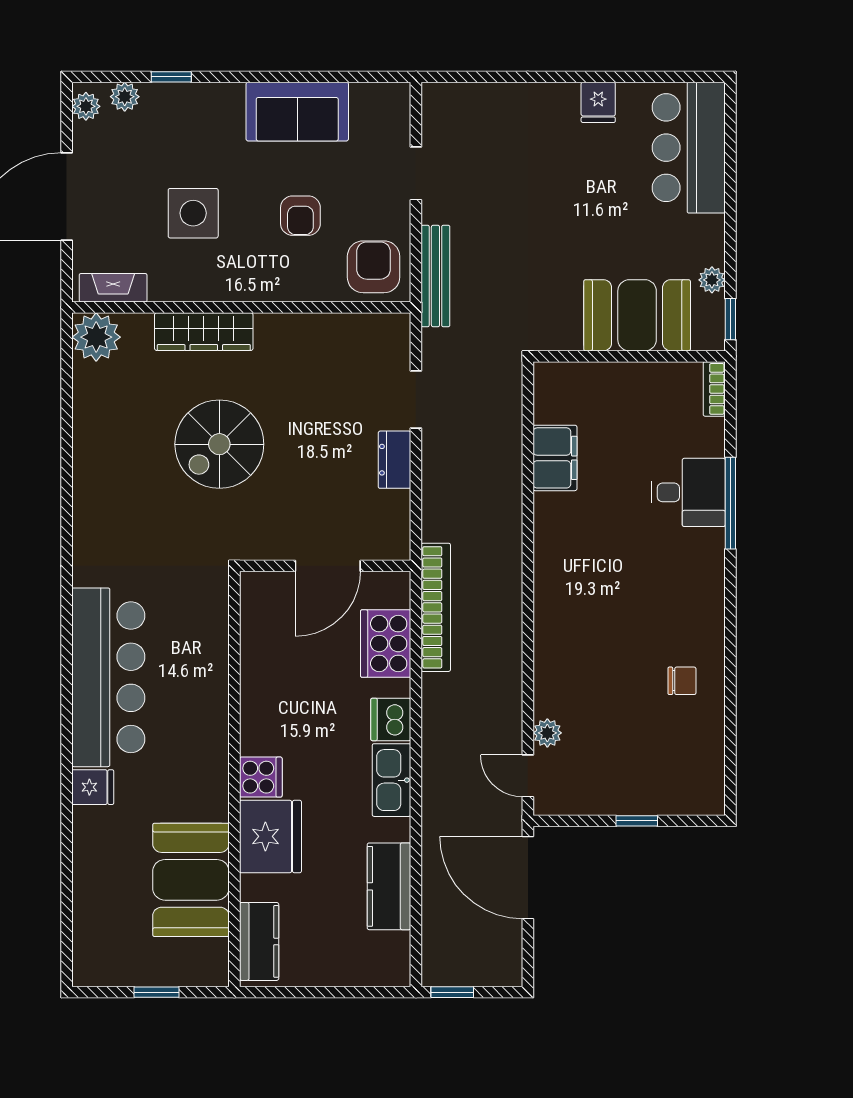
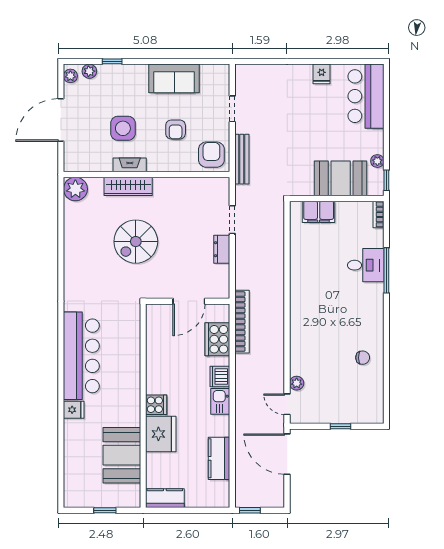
fireplace: (113, 288) -> (130, 165), moved
filing cabinet: (555, 458) -> (319, 212), moved, turned 90
kitchen sink: (392, 780) -> (220, 401), width x0.73
kitchen counter: (259, 941) -> (165, 498), moved, turned -90

